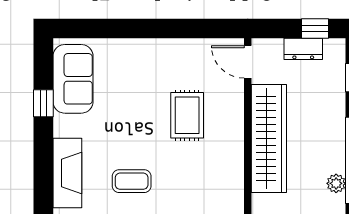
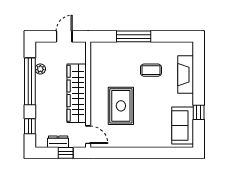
window: (315, 28) -> (66, 153), moved
rug: (187, 115) -> (121, 106), width x1.36, depth x1.43

